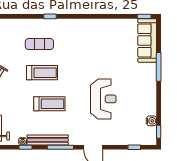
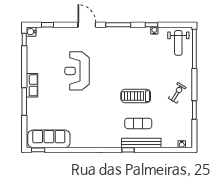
sofa: (147, 40) -> (49, 139), moved, turned -90
row of seats: (151, 84) -> (32, 85), added
treadmill: (49, 104) -> (129, 66), removed
water cooler: (151, 121) -> (31, 32), moved
bench: (48, 140) -> (141, 143), moved

